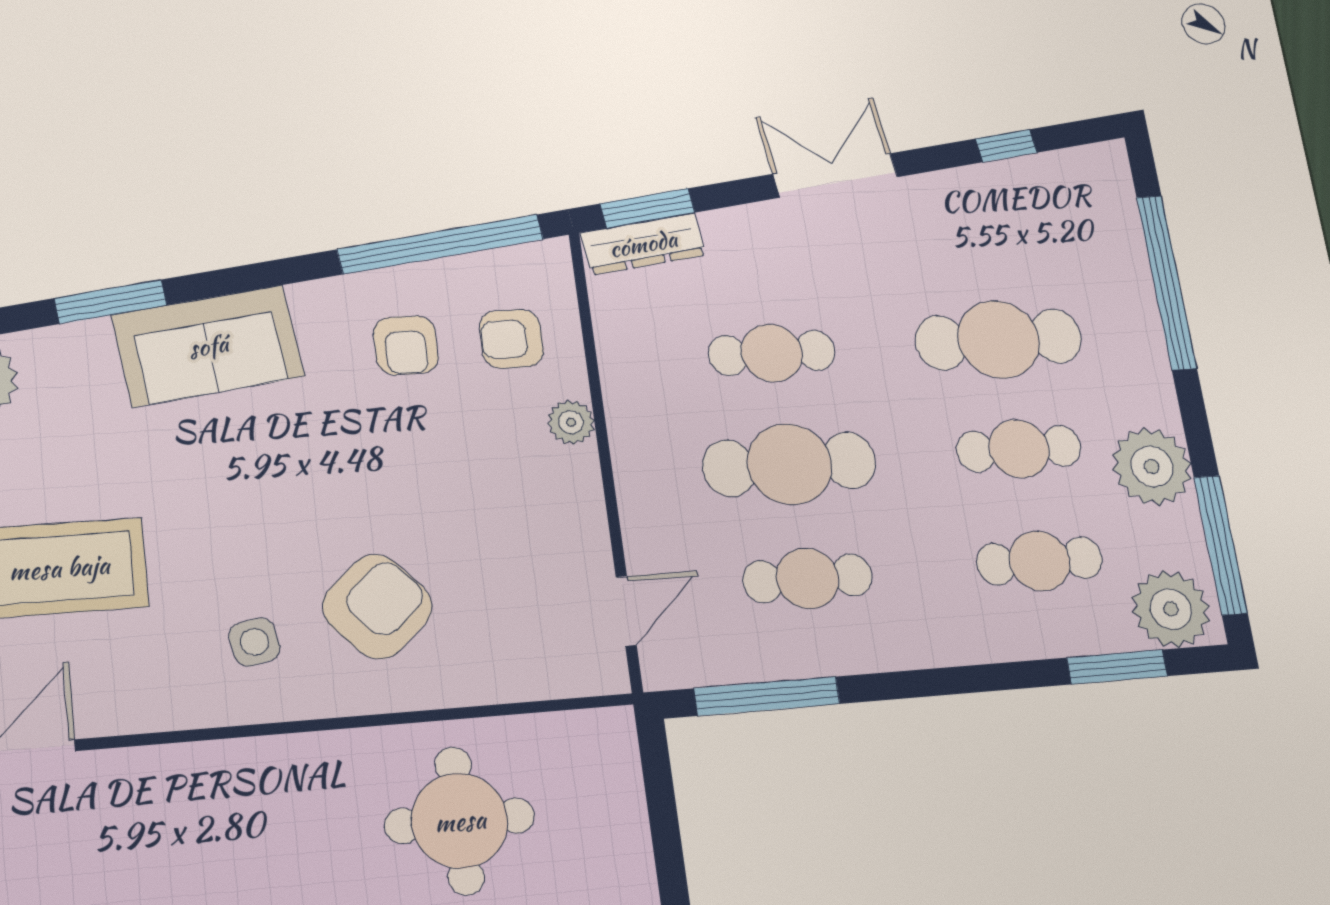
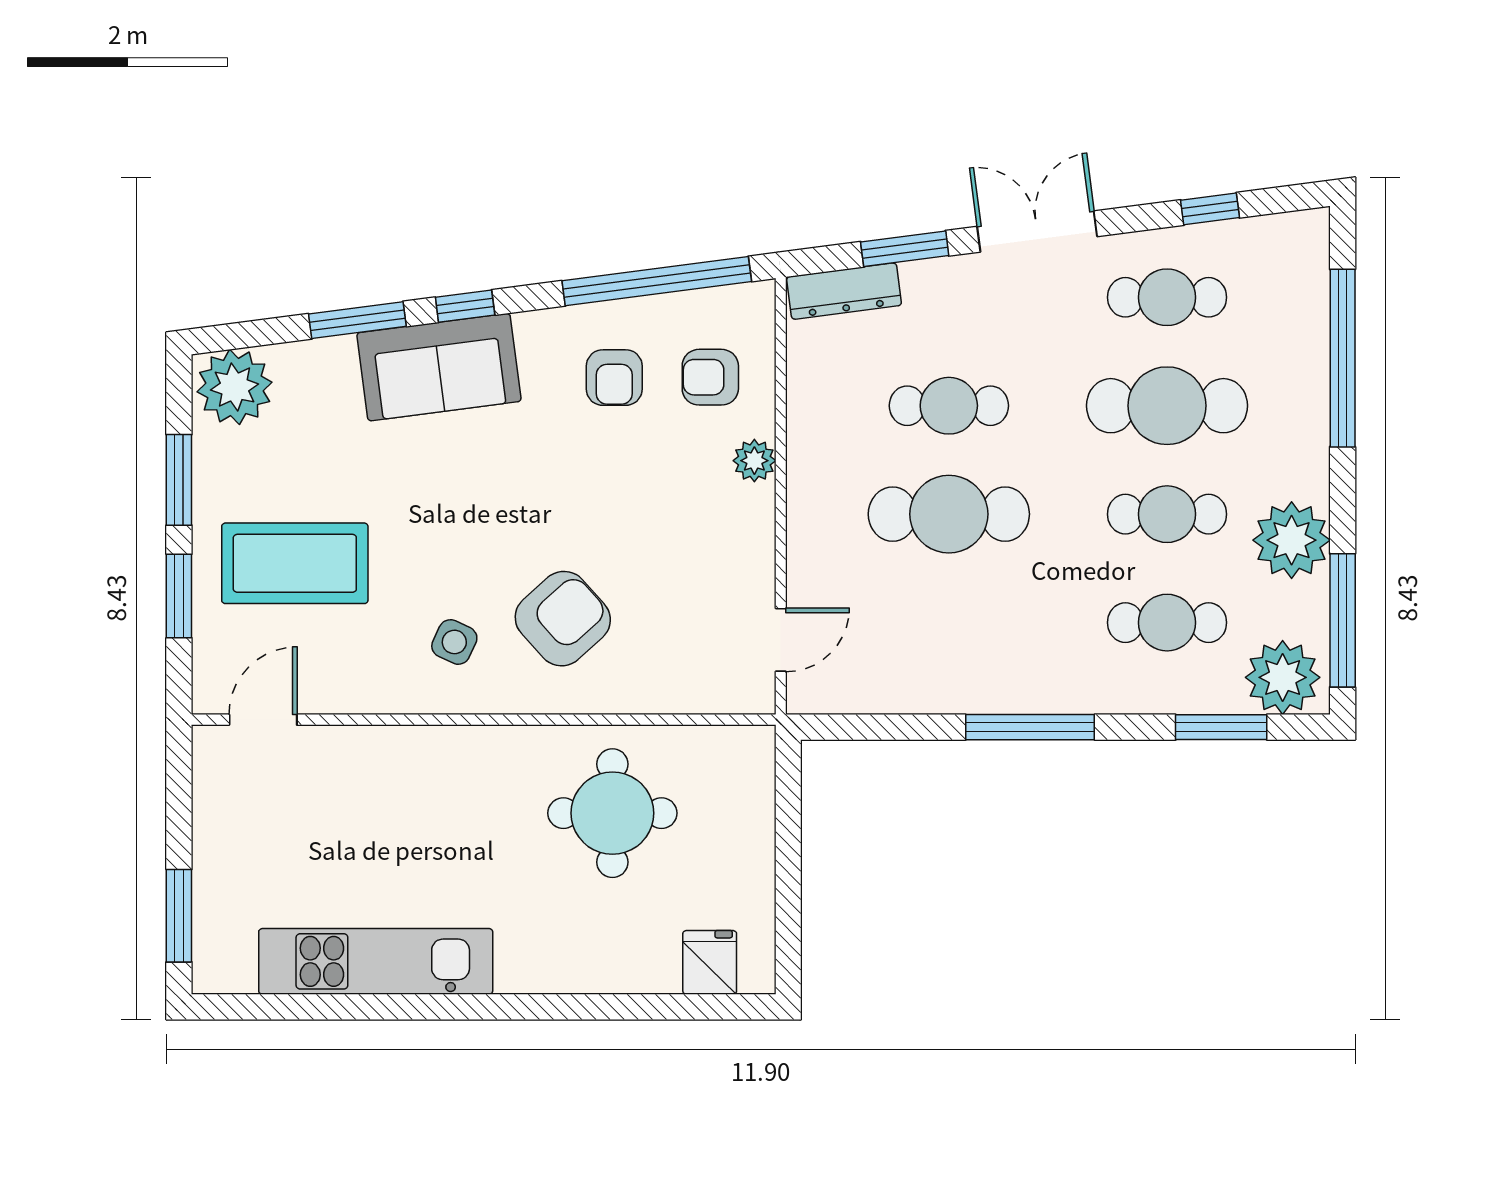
window: (648, 208) -> (905, 249), moved
window: (232, 281) -> (465, 306), added
cafe table: (808, 578) -> (1167, 297), moved
side table: (254, 642) -> (454, 642), turned 37
window: (767, 696) -> (1030, 727), moved

